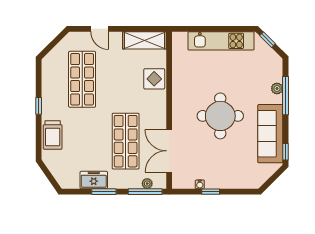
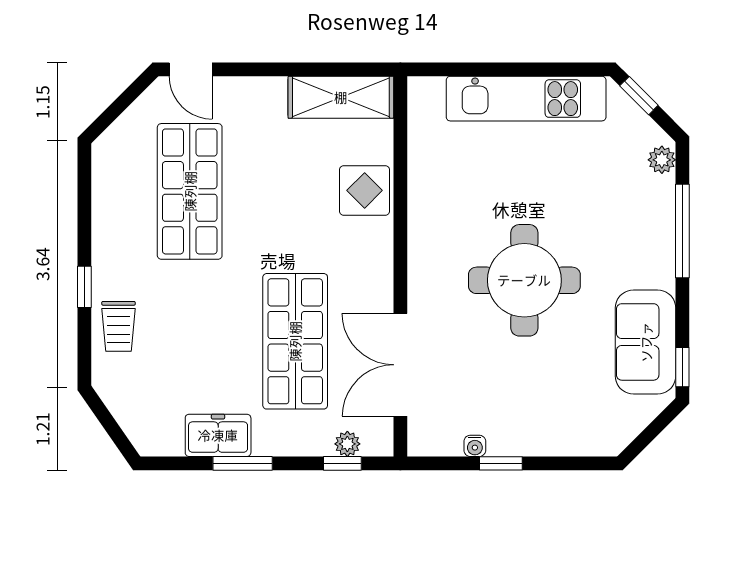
door: (100, 29) -> (191, 69), moved
plant: (277, 88) -> (662, 160), moved
window: (39, 106) -> (84, 287), moved
sofa: (270, 134) -> (646, 342), width x0.73
trolley: (53, 135) -> (118, 326), width x0.73, depth x0.72
window: (145, 192) -> (342, 463), width x0.46

